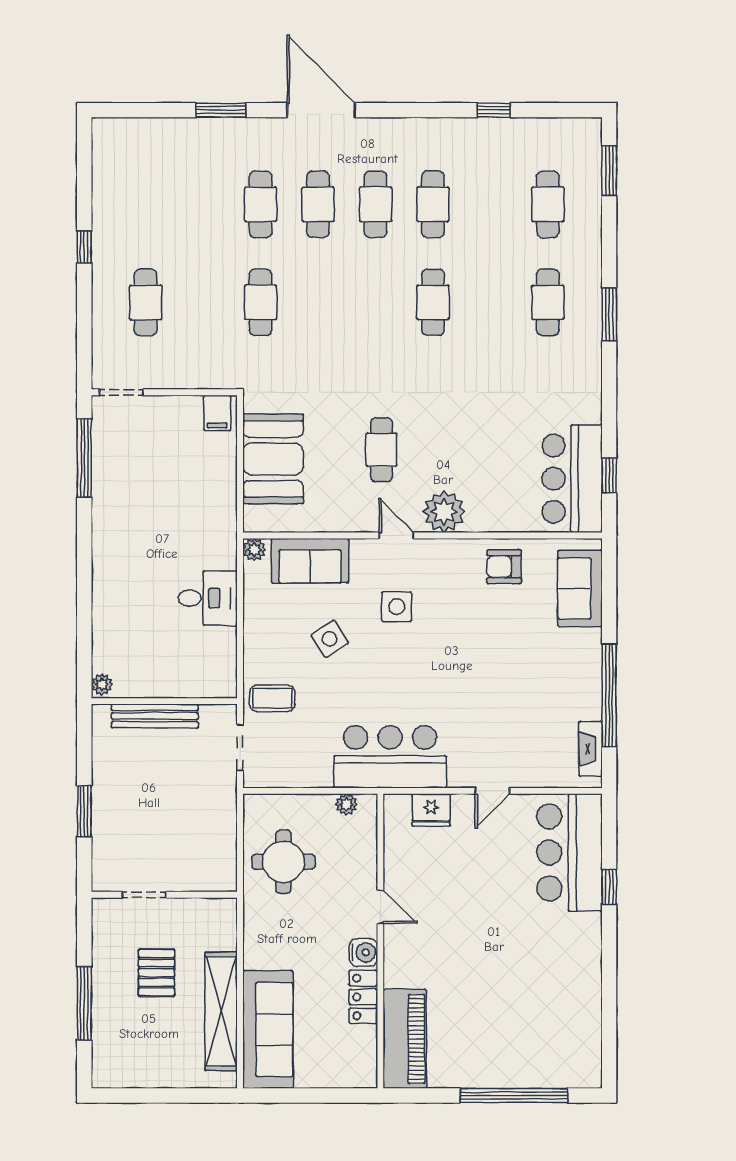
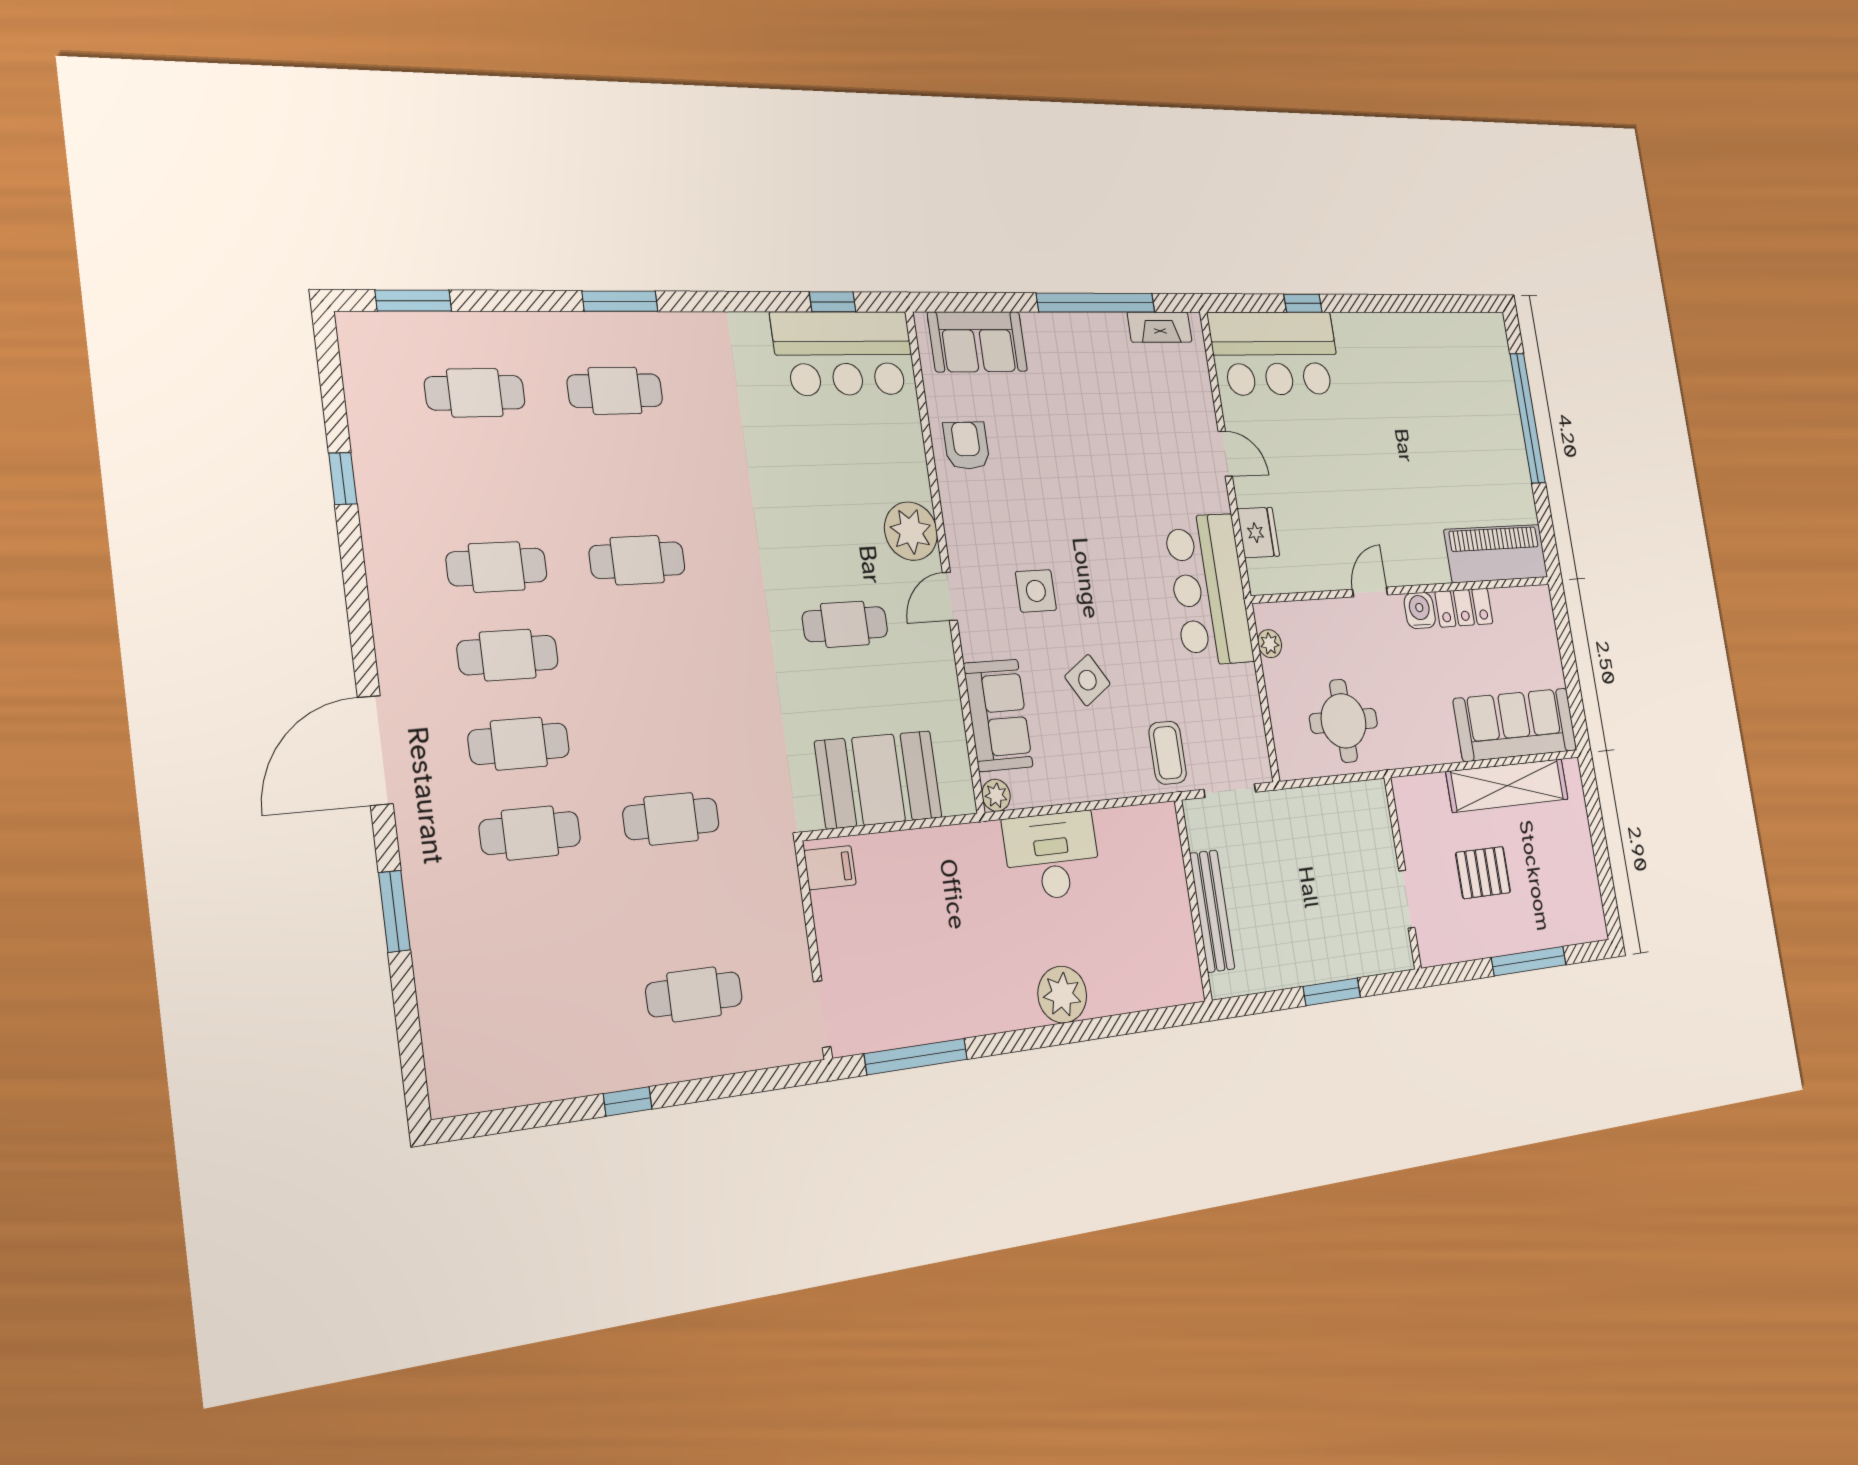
armchair: (504, 567) -> (966, 446), turned 180
desk: (208, 598) -> (1052, 856), width x1.37
plant: (102, 685) -> (1062, 995), moved, width x1.88, depth x1.88

